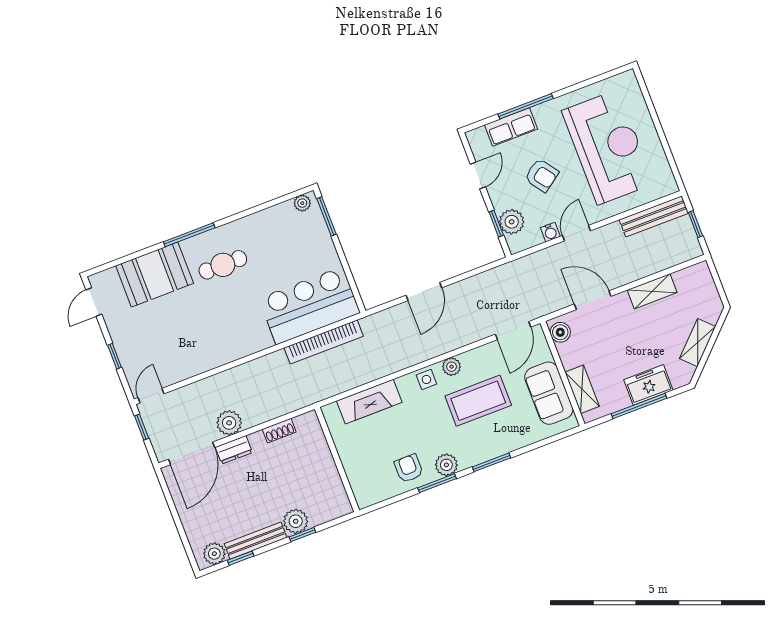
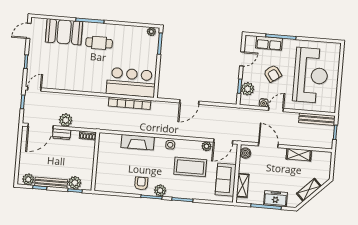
plant: (452, 367) -> (206, 146), moved
wall: (337, 460) -> (95, 161), moved

